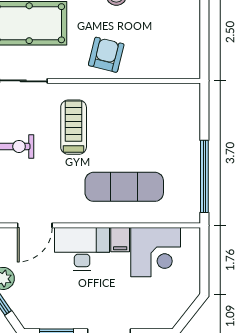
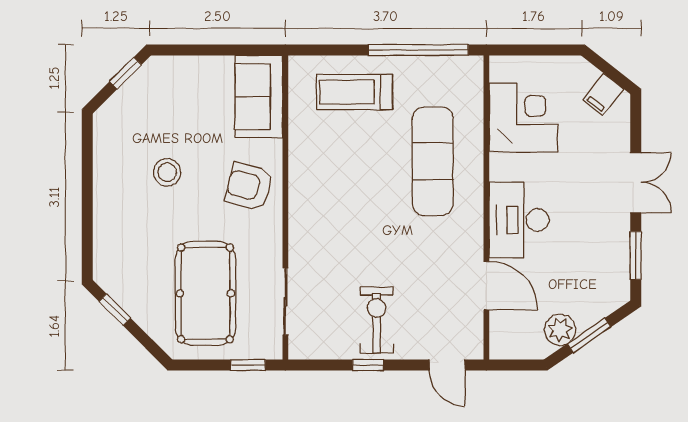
sofa: (171, 62) -> (259, 97), added
treadmill: (74, 127) -> (355, 92), moved
filing cabinet: (120, 240) -> (603, 94), moved, turned 128

